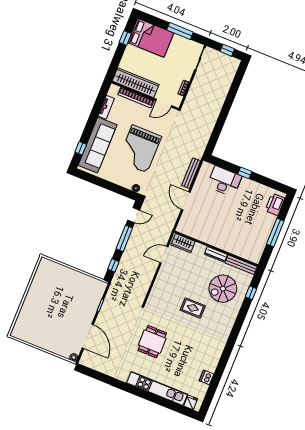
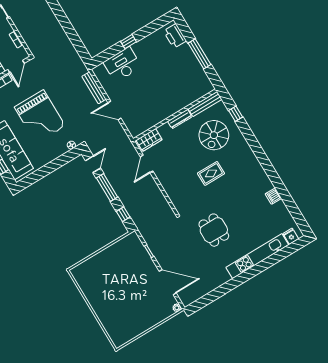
dishwasher: (207, 377) -> (273, 196), moved

